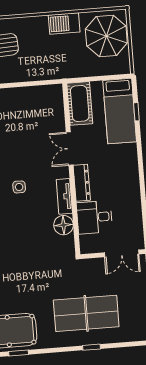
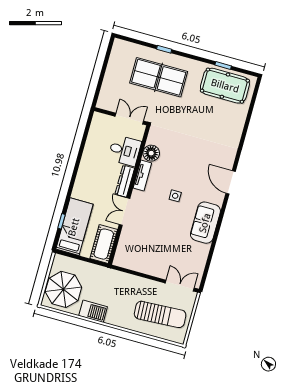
double door: (70, 149) -> (125, 211), swing flipped
double door: (122, 253) -> (129, 119), moved

